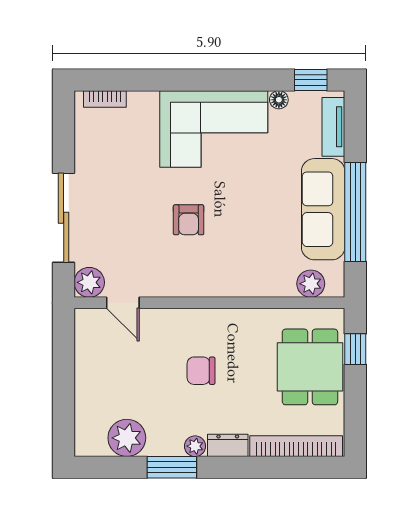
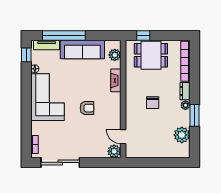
window: (355, 212) -> (64, 36), moved
sliding door: (64, 218) -> (60, 162), moved
fireplace: (252, 286) -> (116, 80), added
door: (123, 303) -> (123, 137), swing flipped

